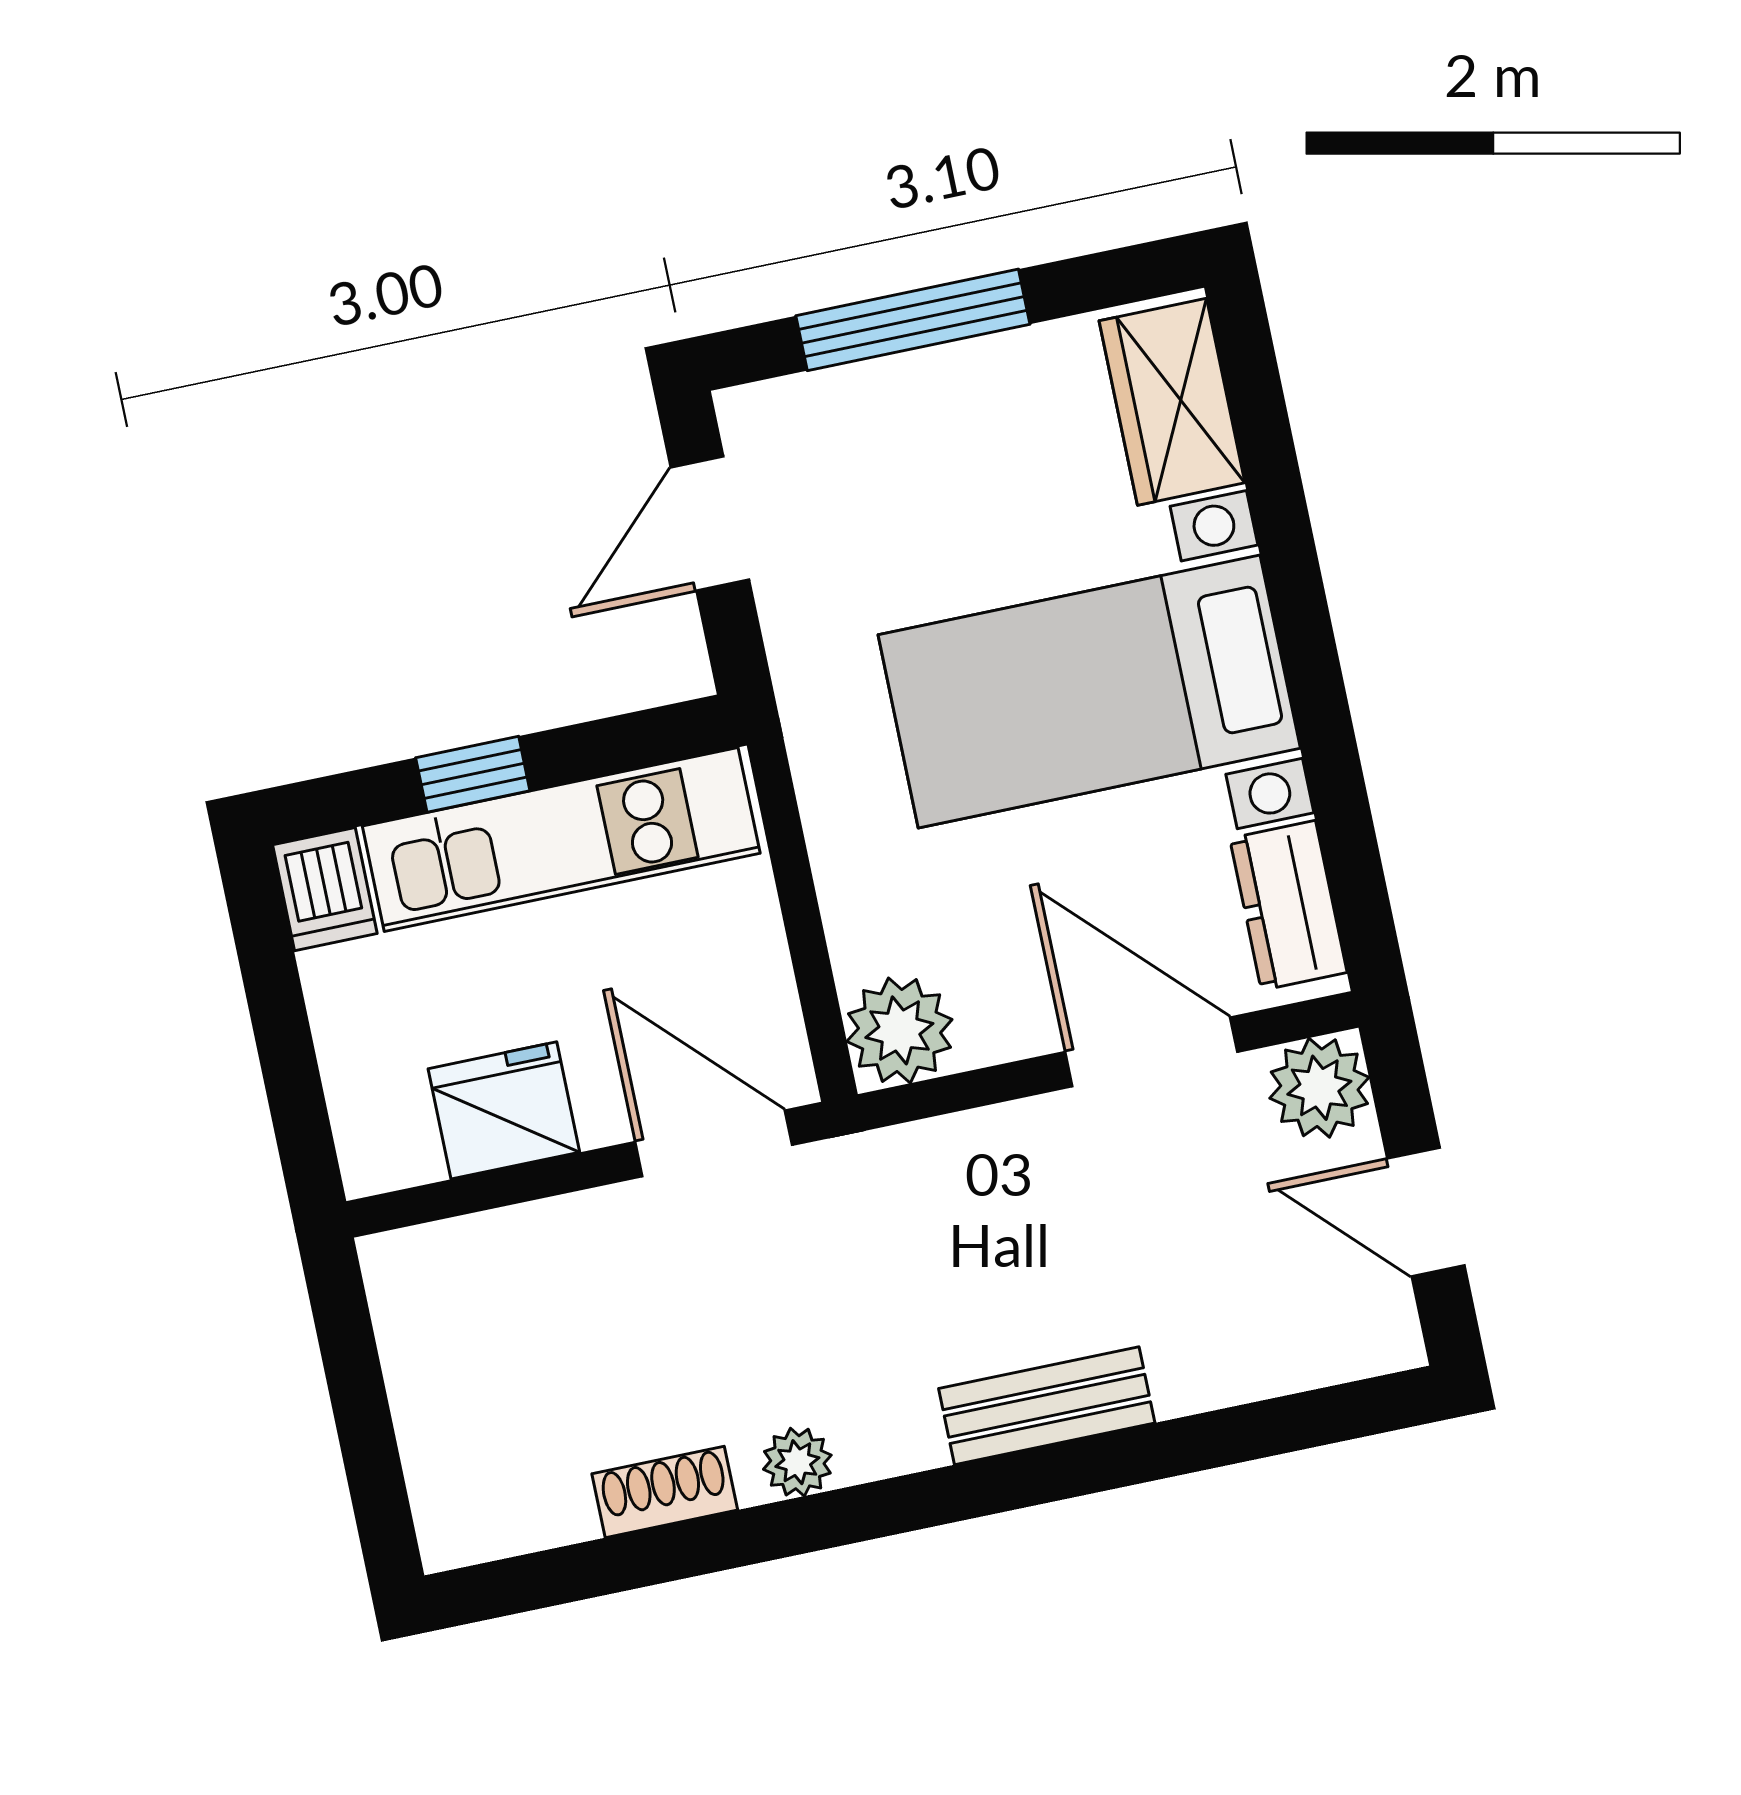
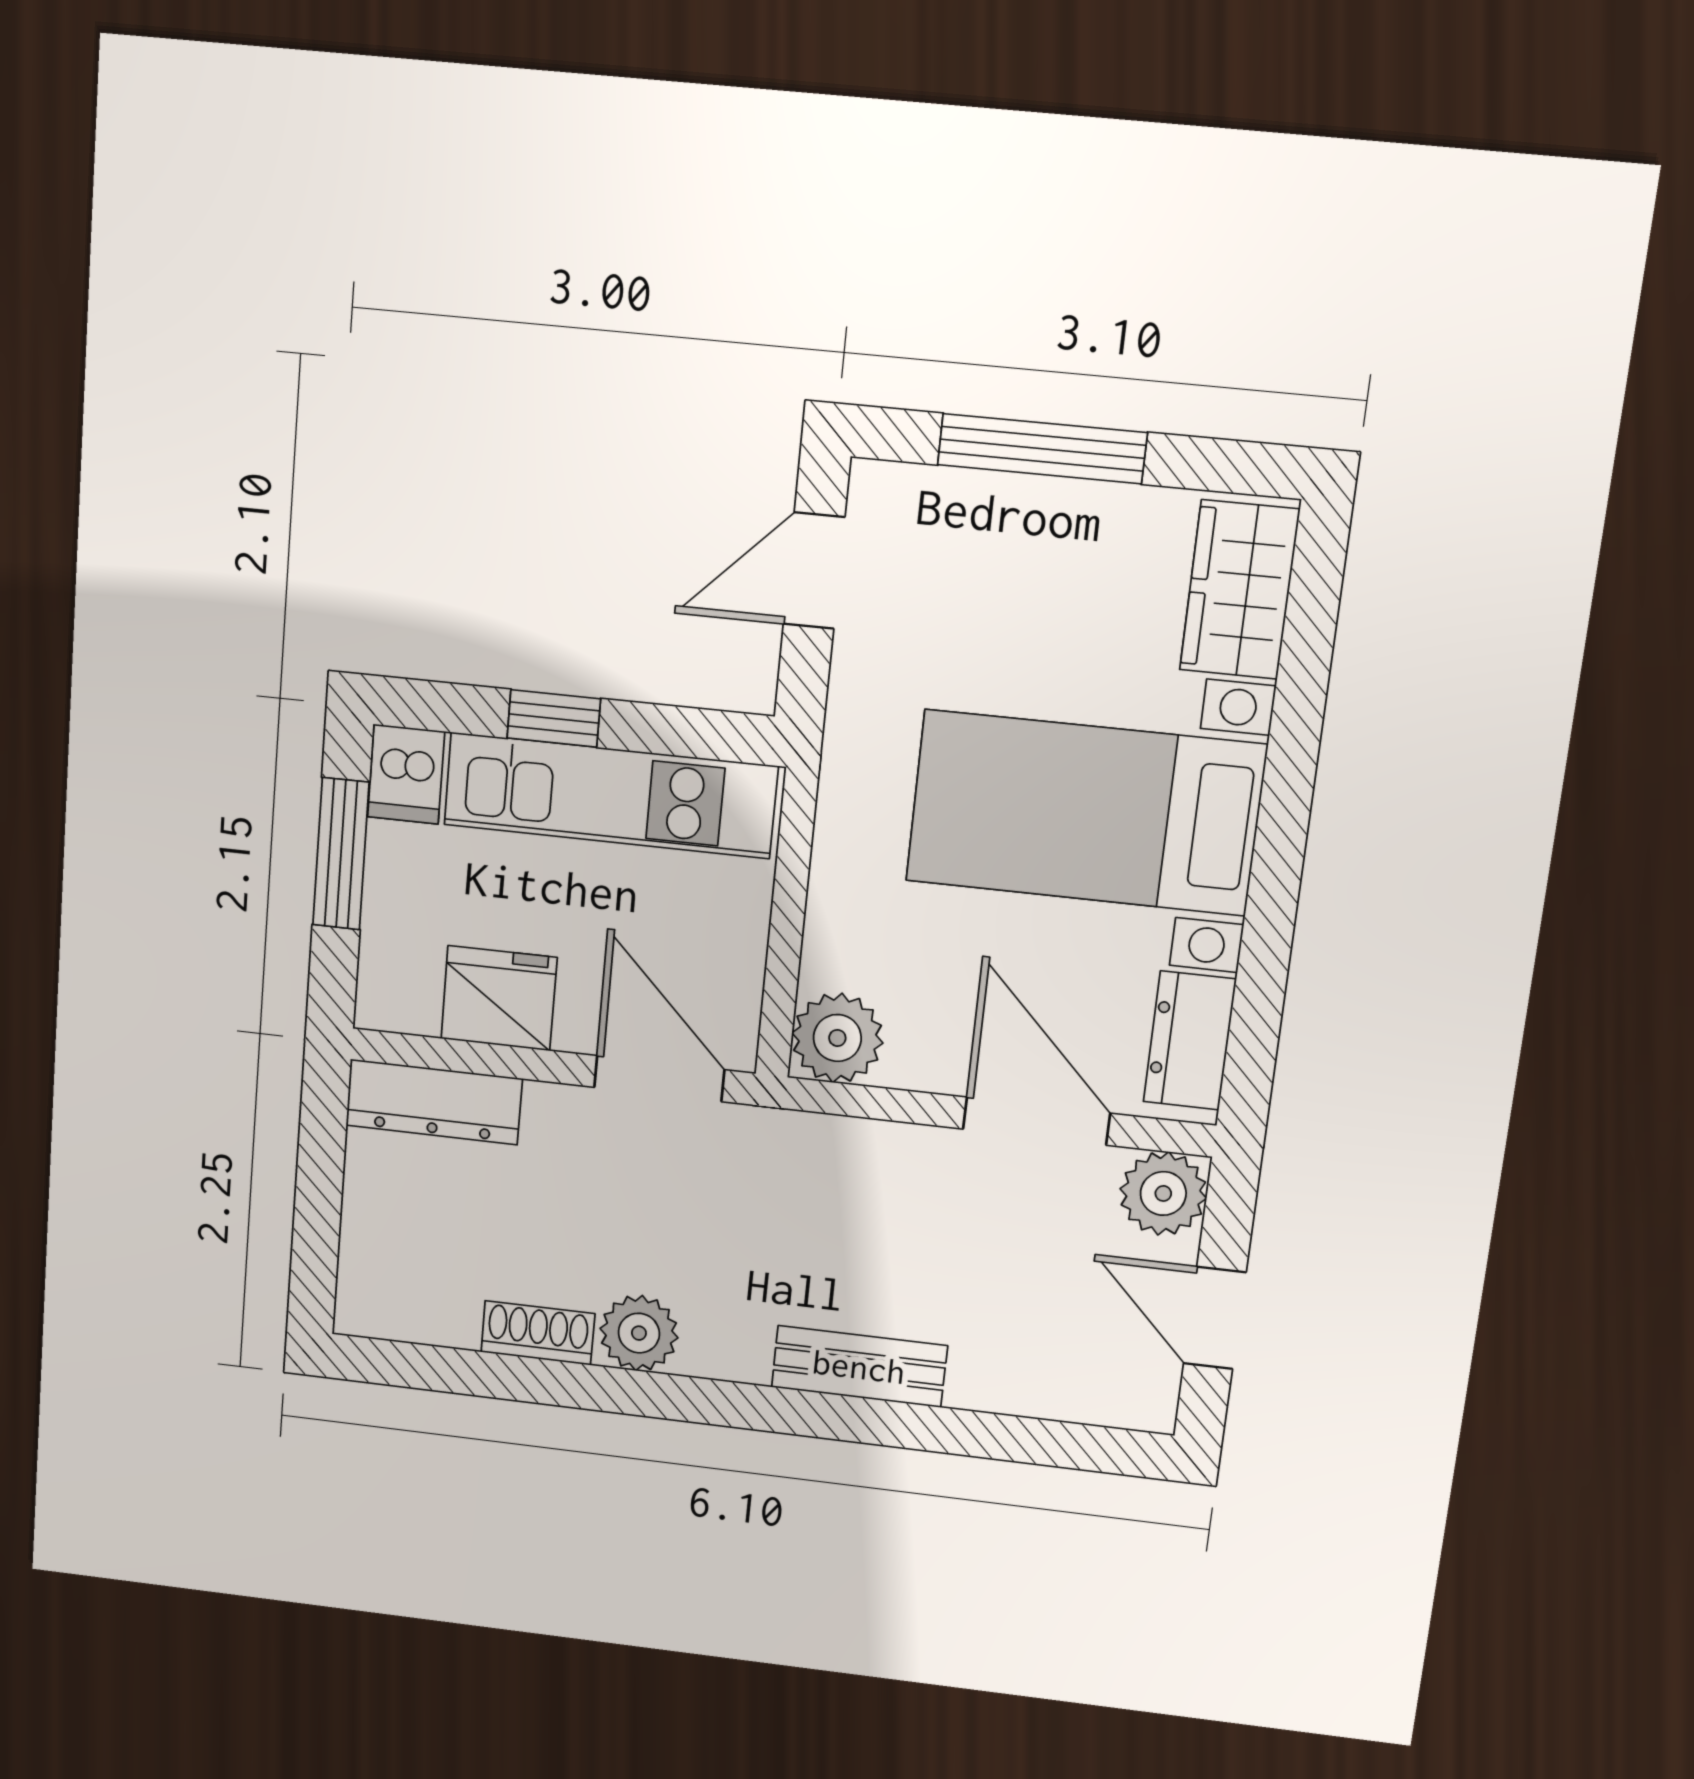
window: (276, 1003) -> (341, 854), added
dresser: (464, 1256) -> (434, 1102), added
plant: (797, 1462) -> (639, 1333), width x1.38, depth x1.38

